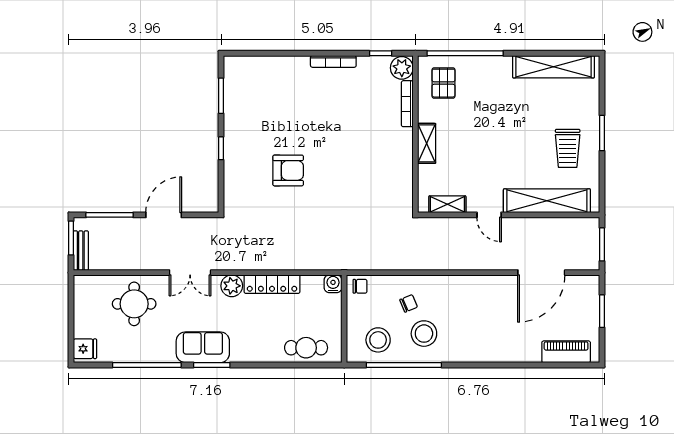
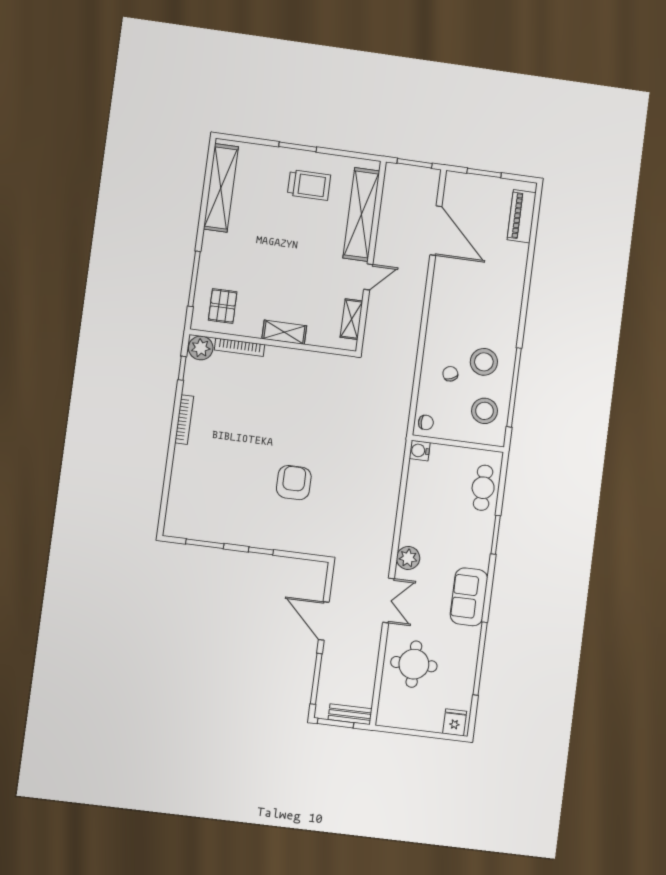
window: (465, 53) -> (194, 279), width x0.68
pallet: (443, 83) -> (223, 306), turned 90
locker: (272, 284) -> (412, 515), removed
chair: (360, 286) -> (426, 422), turned 90
window: (212, 365) -> (496, 535), moved

